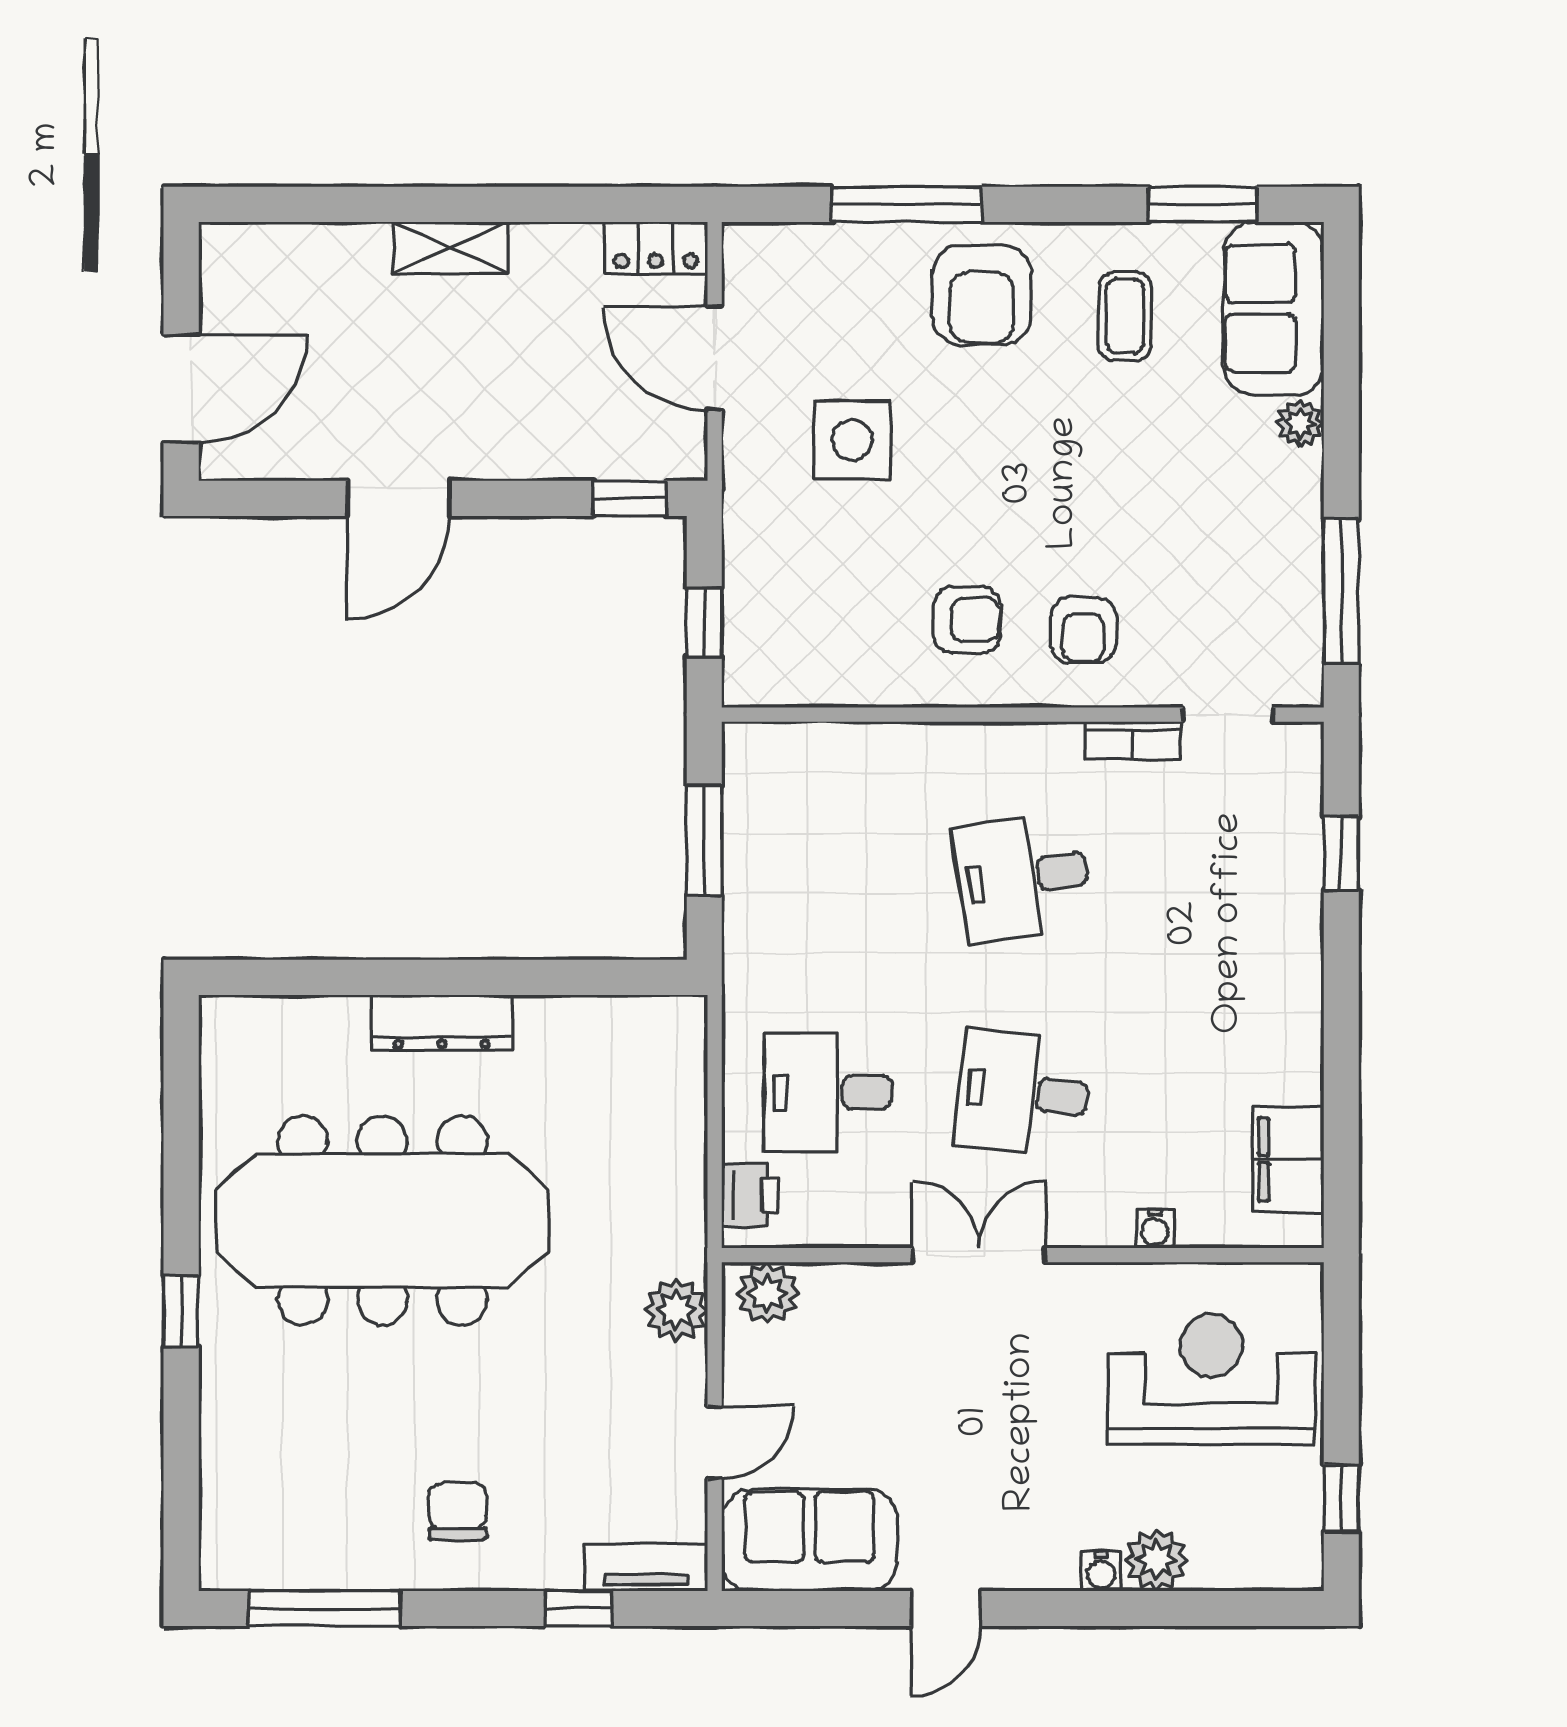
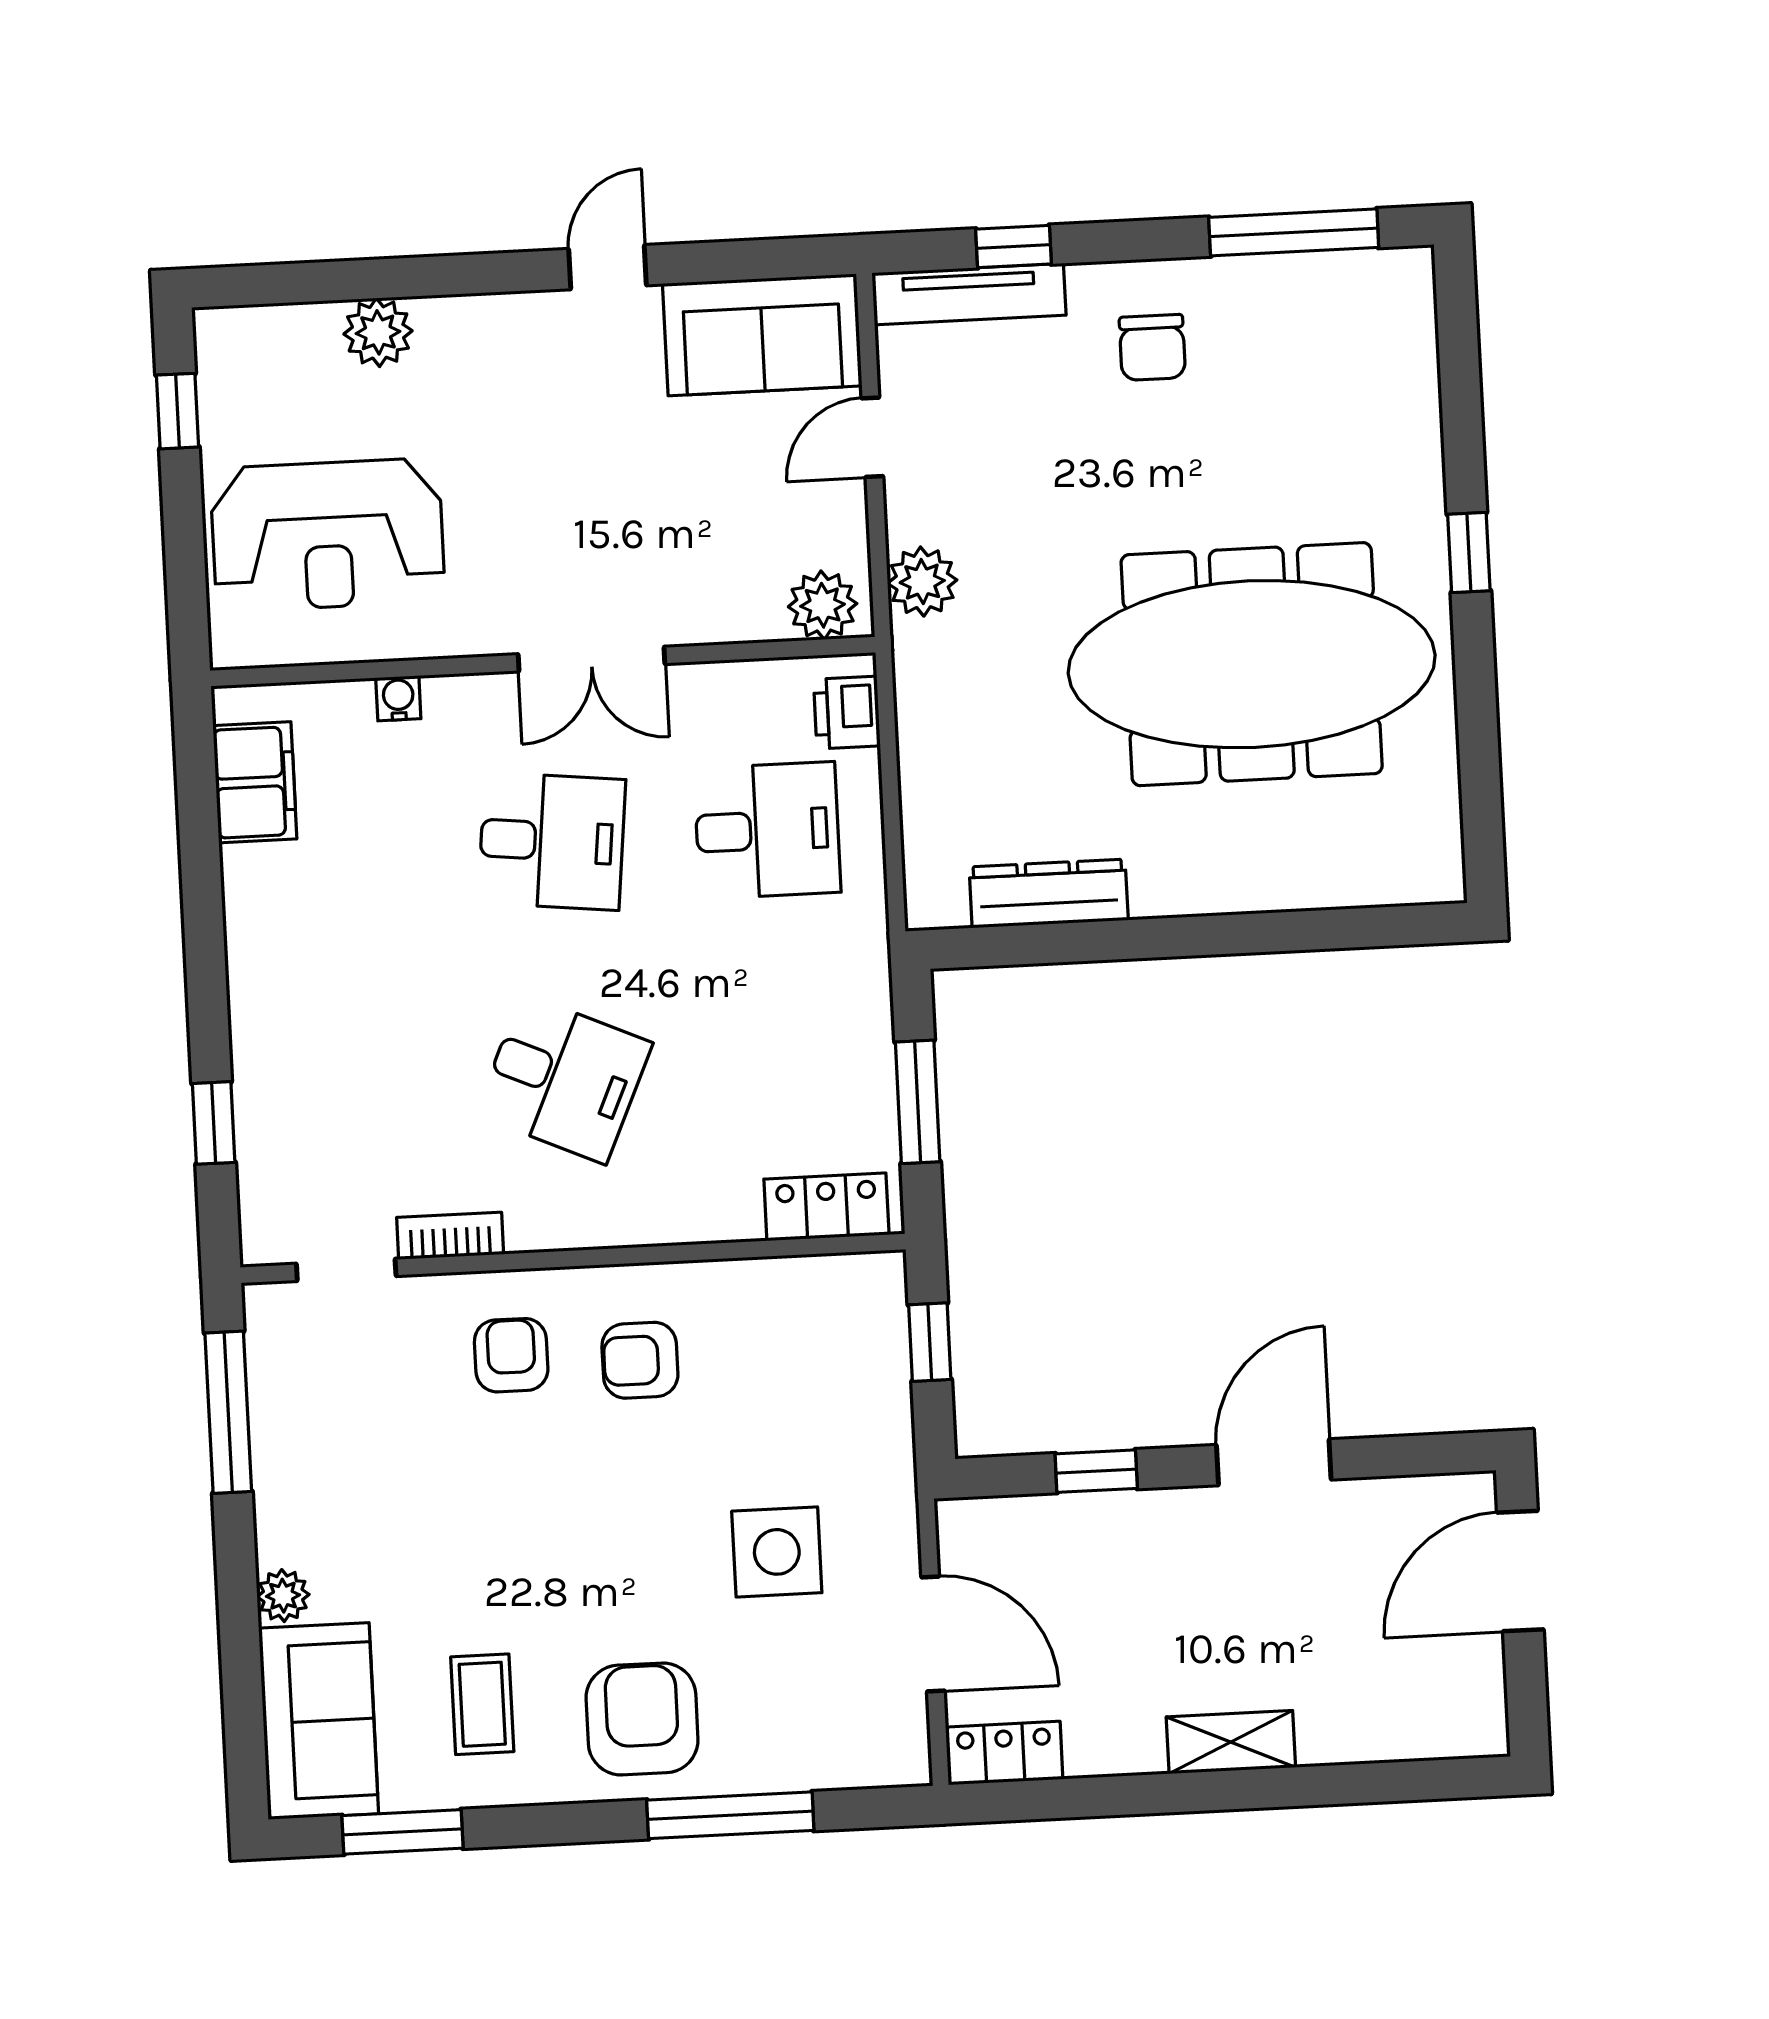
window: (630, 498) -> (1096, 1471), moved
locker: (791, 750) -> (826, 1207), added
desk: (1023, 877) -> (564, 1079), turned 33
dresser: (442, 1022) -> (1049, 894), moved
tv unit: (646, 1568) -> (969, 294), width x1.41
water cooler: (1101, 1571) -> (439, 317), removed

